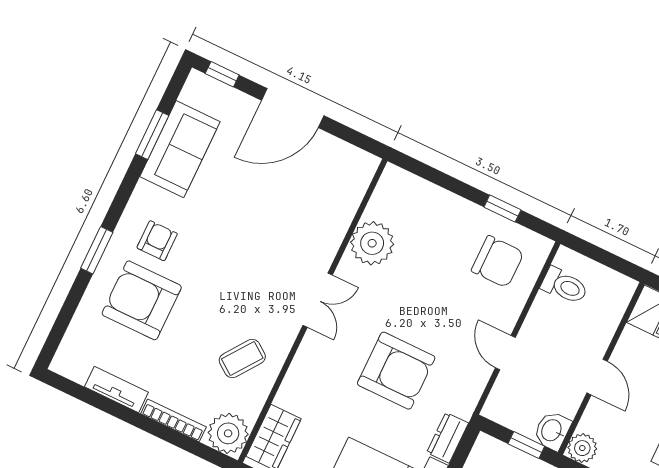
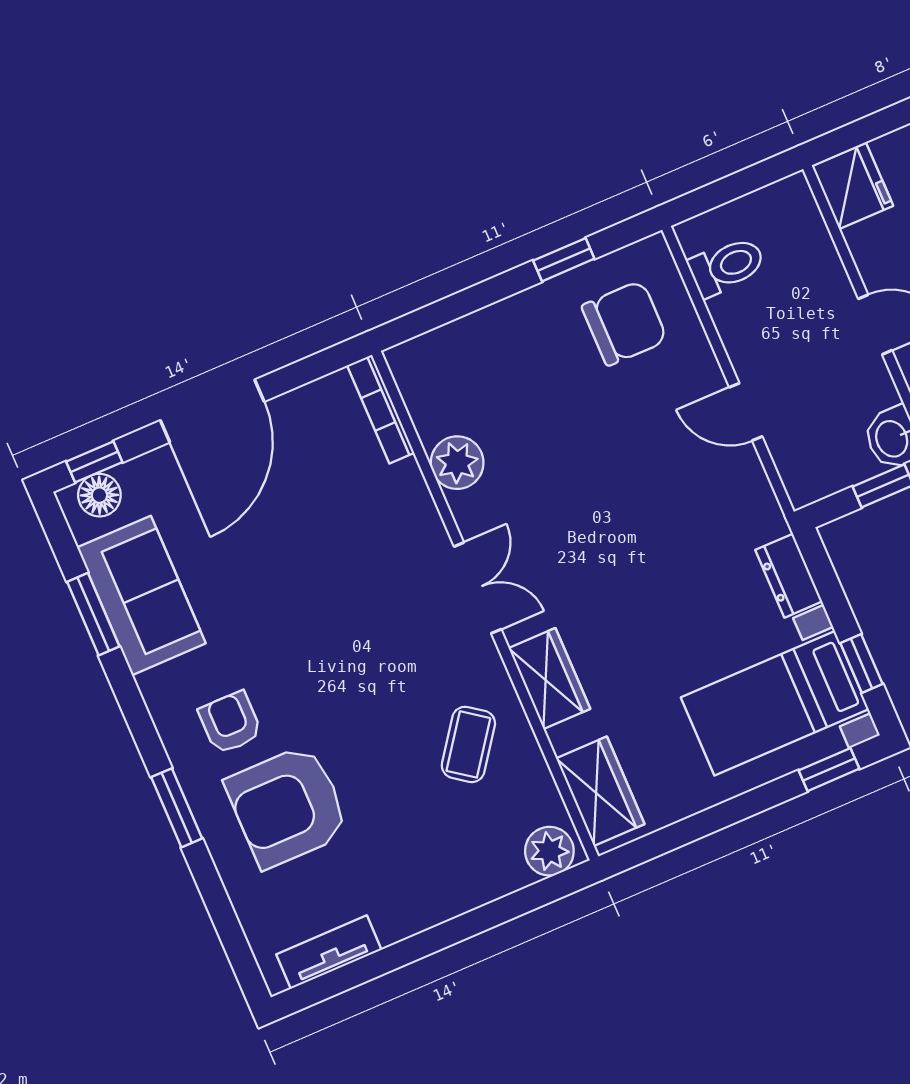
floor lamp: (209, 90) -> (99, 495), added
plant: (372, 243) -> (457, 463), width x0.73, depth x0.73
wardrobe: (305, 369) -> (549, 679), added
armchair: (396, 371) -> (650, 567), removed
tv unit: (116, 390) -> (329, 952), moved
bookcase: (173, 420) -> (381, 409), moved, turned -90
plant: (228, 433) -> (549, 851), width x0.73, depth x0.73

